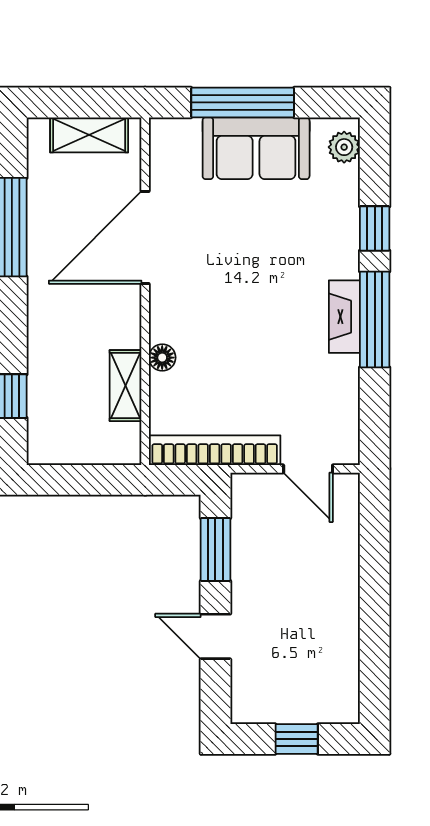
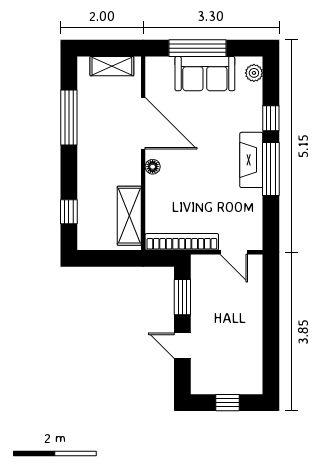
door: (145, 238) -> (143, 123), swing flipped
fireplace: (344, 317) -> (251, 160), width x1.37, depth x1.32
floor lamp: (162, 358) -> (153, 167), moved
shelving: (125, 386) -> (129, 216), width x1.50, depth x1.33

